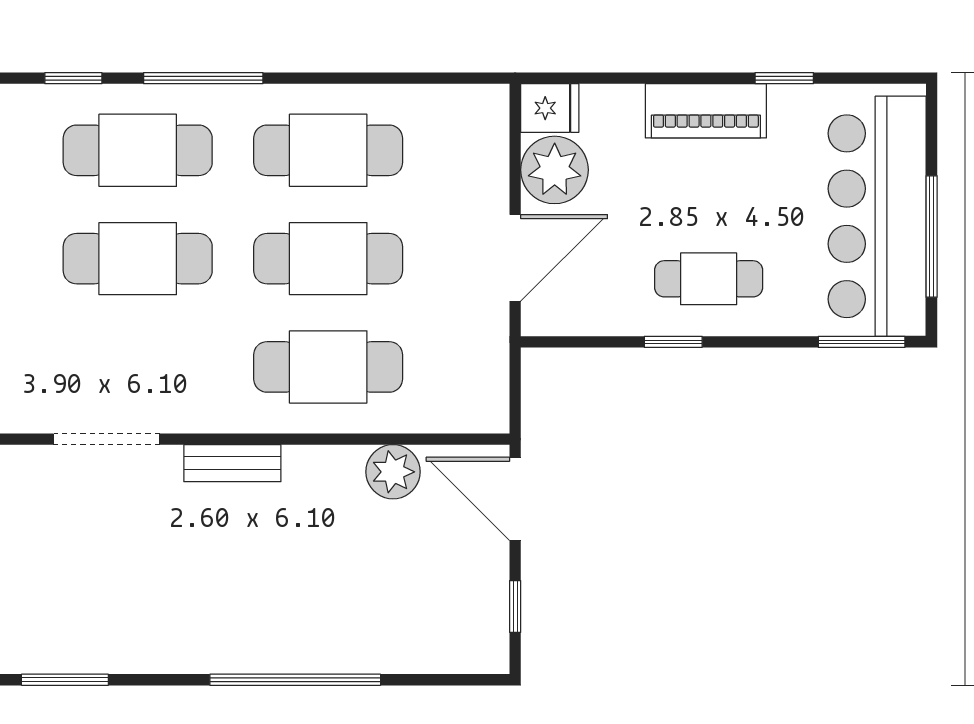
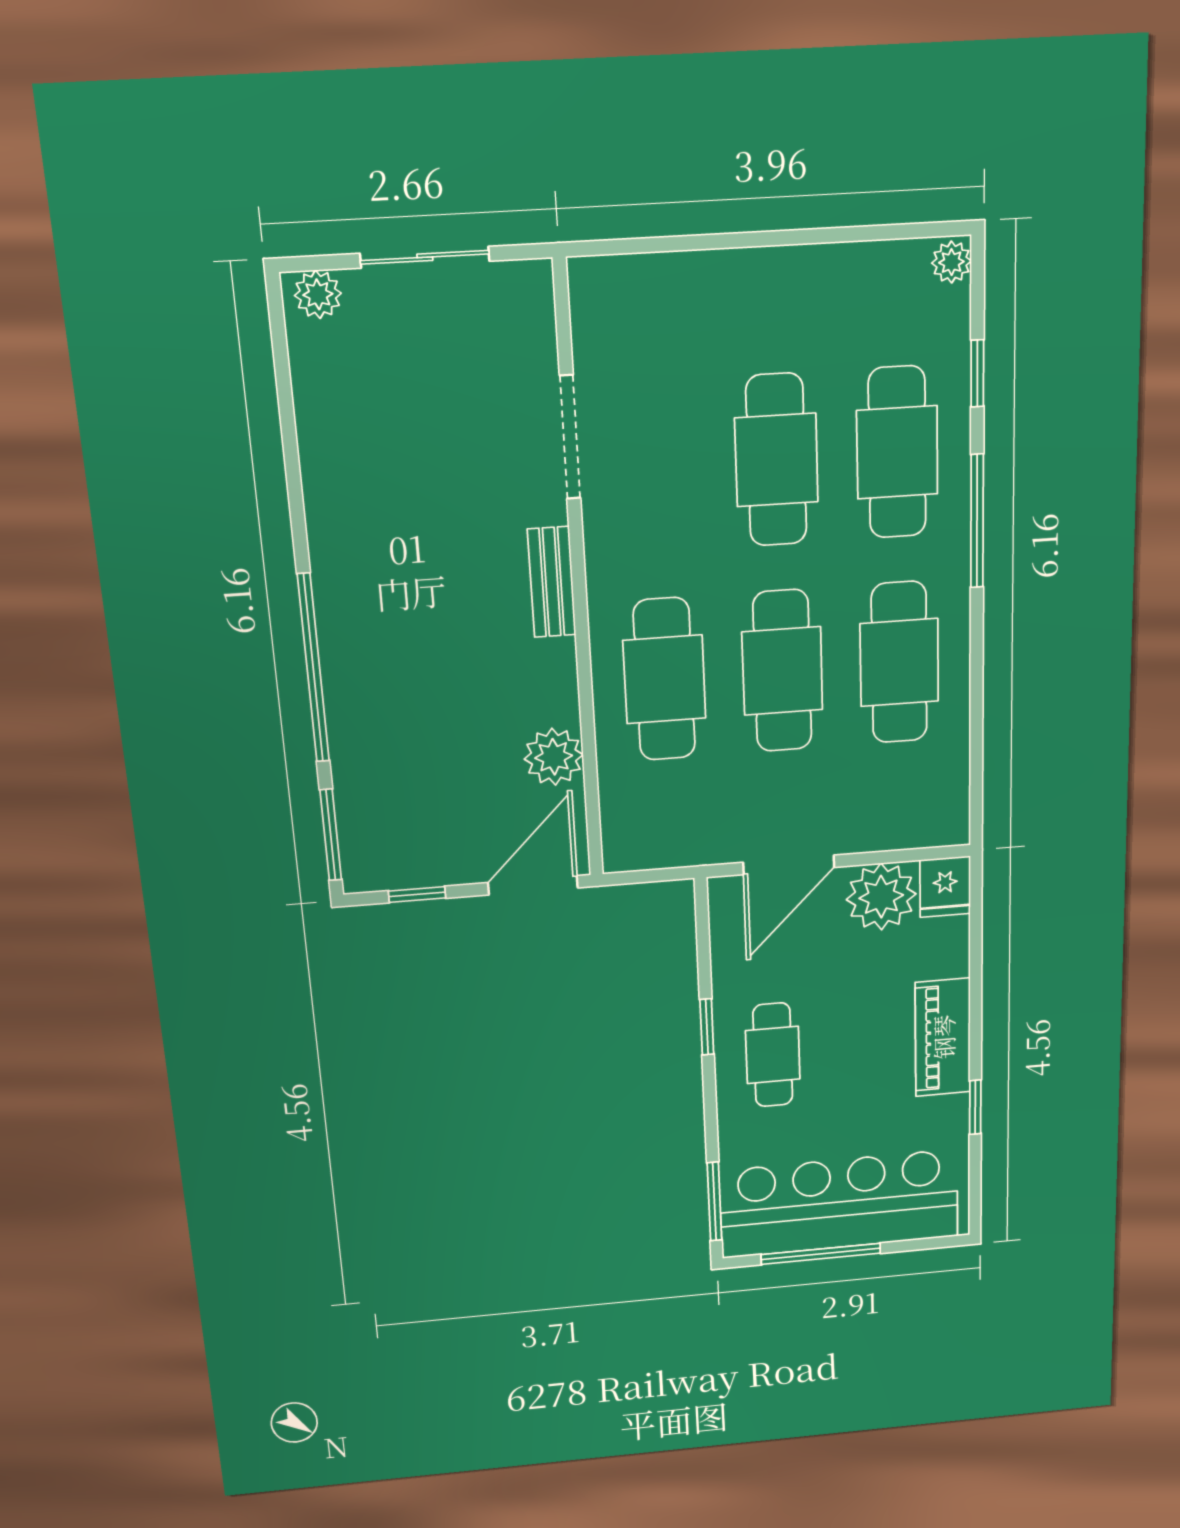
door: (515, 258) -> (789, 865), hinge flipped
window: (65, 680) -> (331, 835), moved

